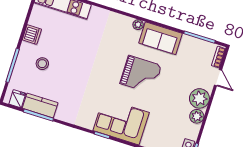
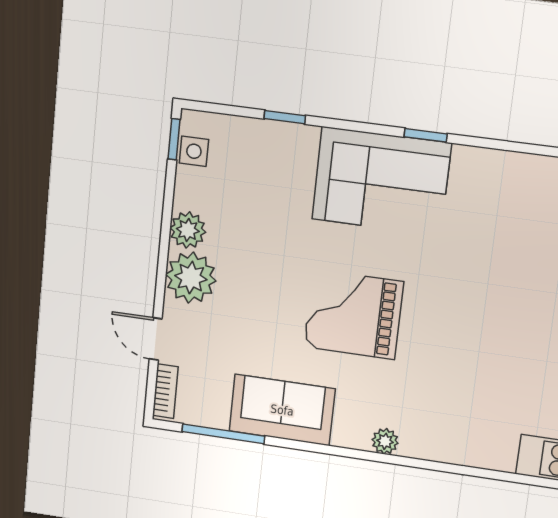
sofa: (161, 38) -> (282, 410), moved

